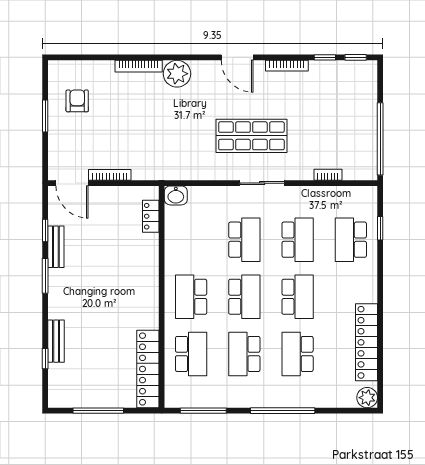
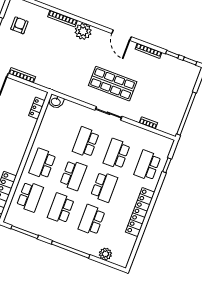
school desk: (244, 240) -> (86, 142), turned 180
school desk: (298, 240) -> (117, 154), turned 180
locker: (366, 342) -> (140, 212), moved
plant: (367, 398) -> (105, 254), moved

